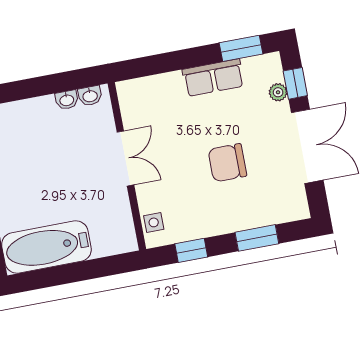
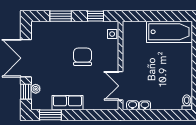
double door: (125, 158) -> (120, 86), moved
chair: (227, 163) -> (83, 57), moved, turned -90

